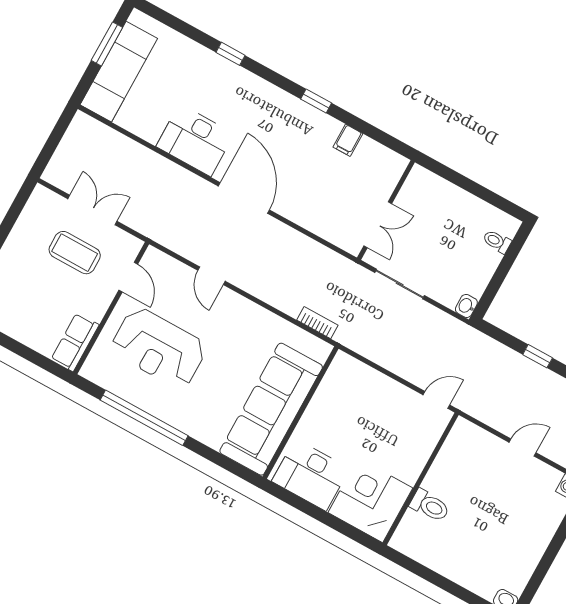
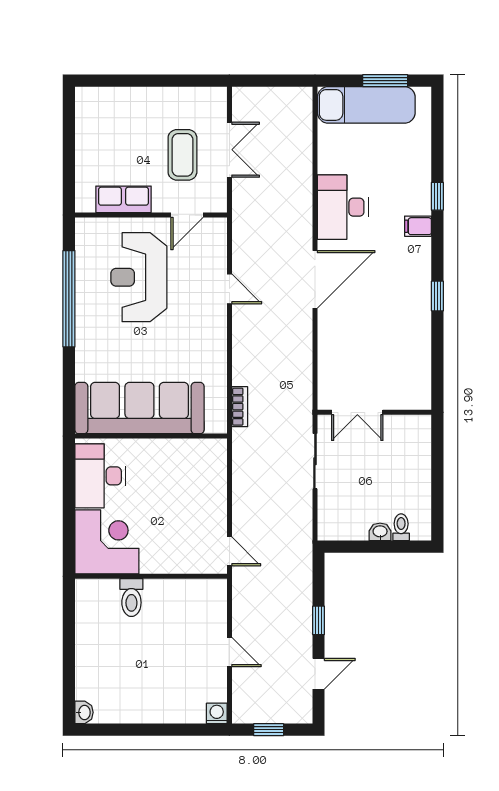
filing cabinet: (348, 140) -> (418, 226), moved
door: (212, 276) -> (229, 289), swing flipped
washbasin: (466, 306) -> (380, 532), moved
row of seats: (75, 342) -> (123, 199), moved

